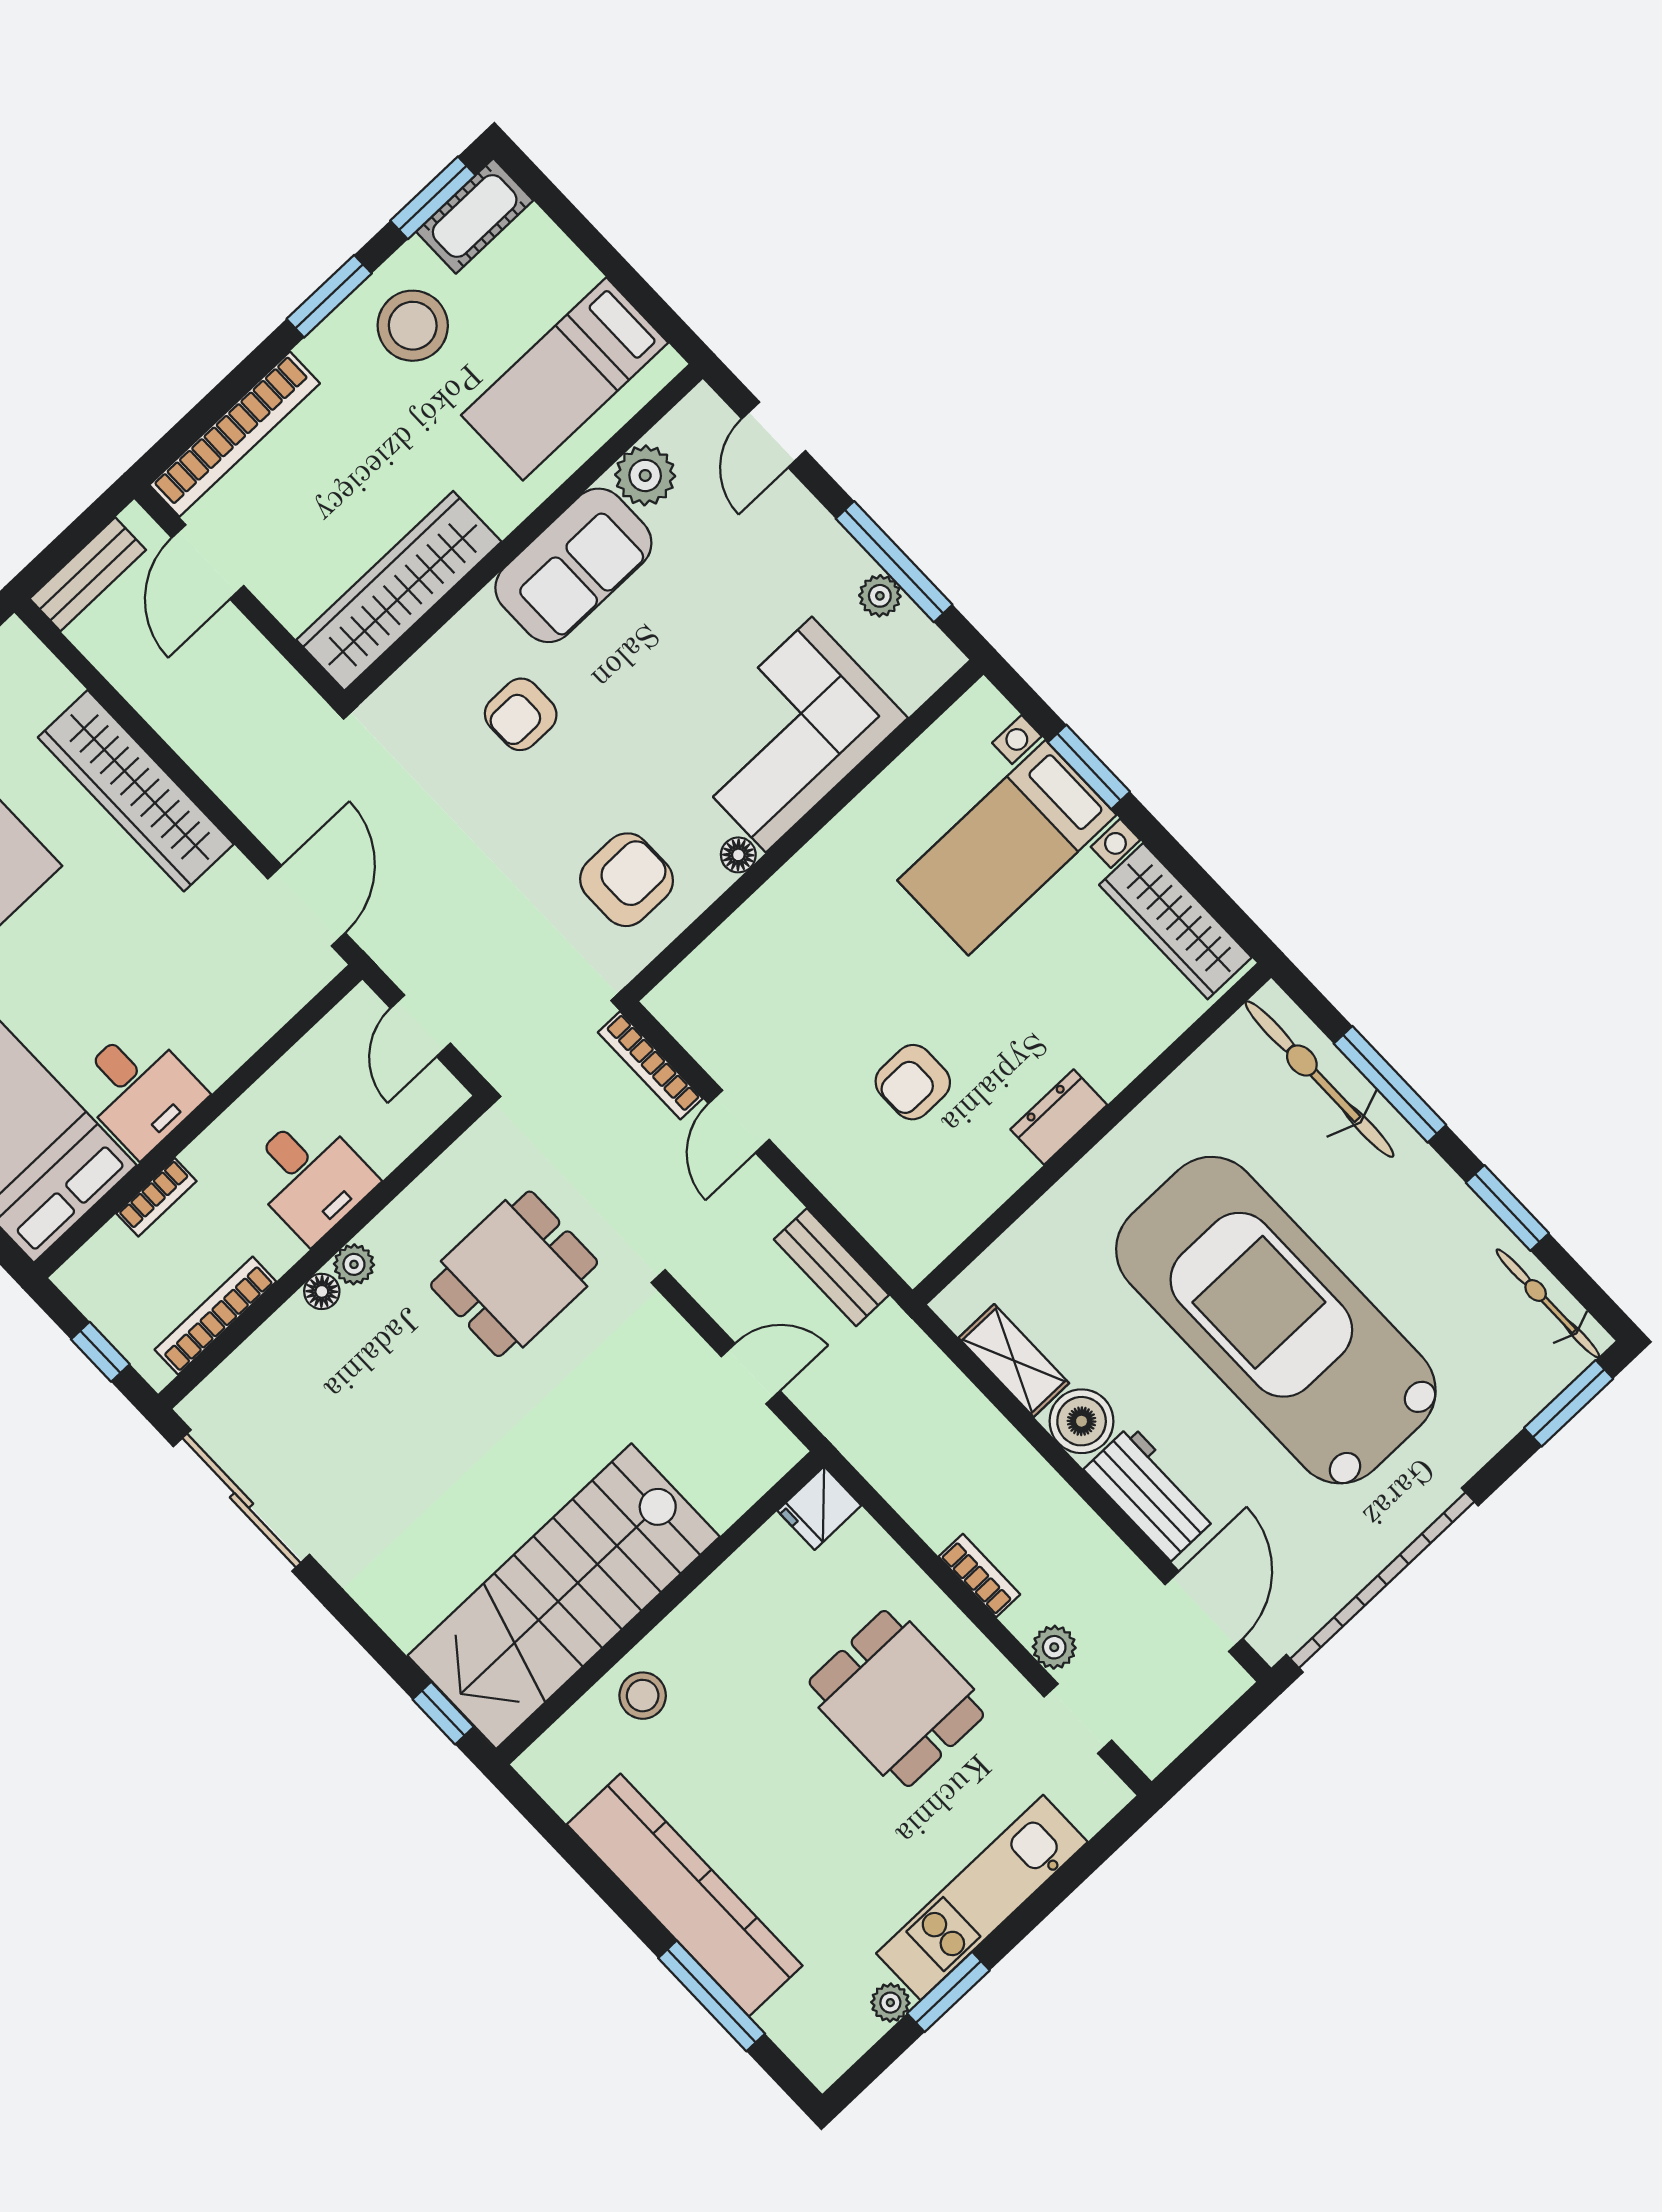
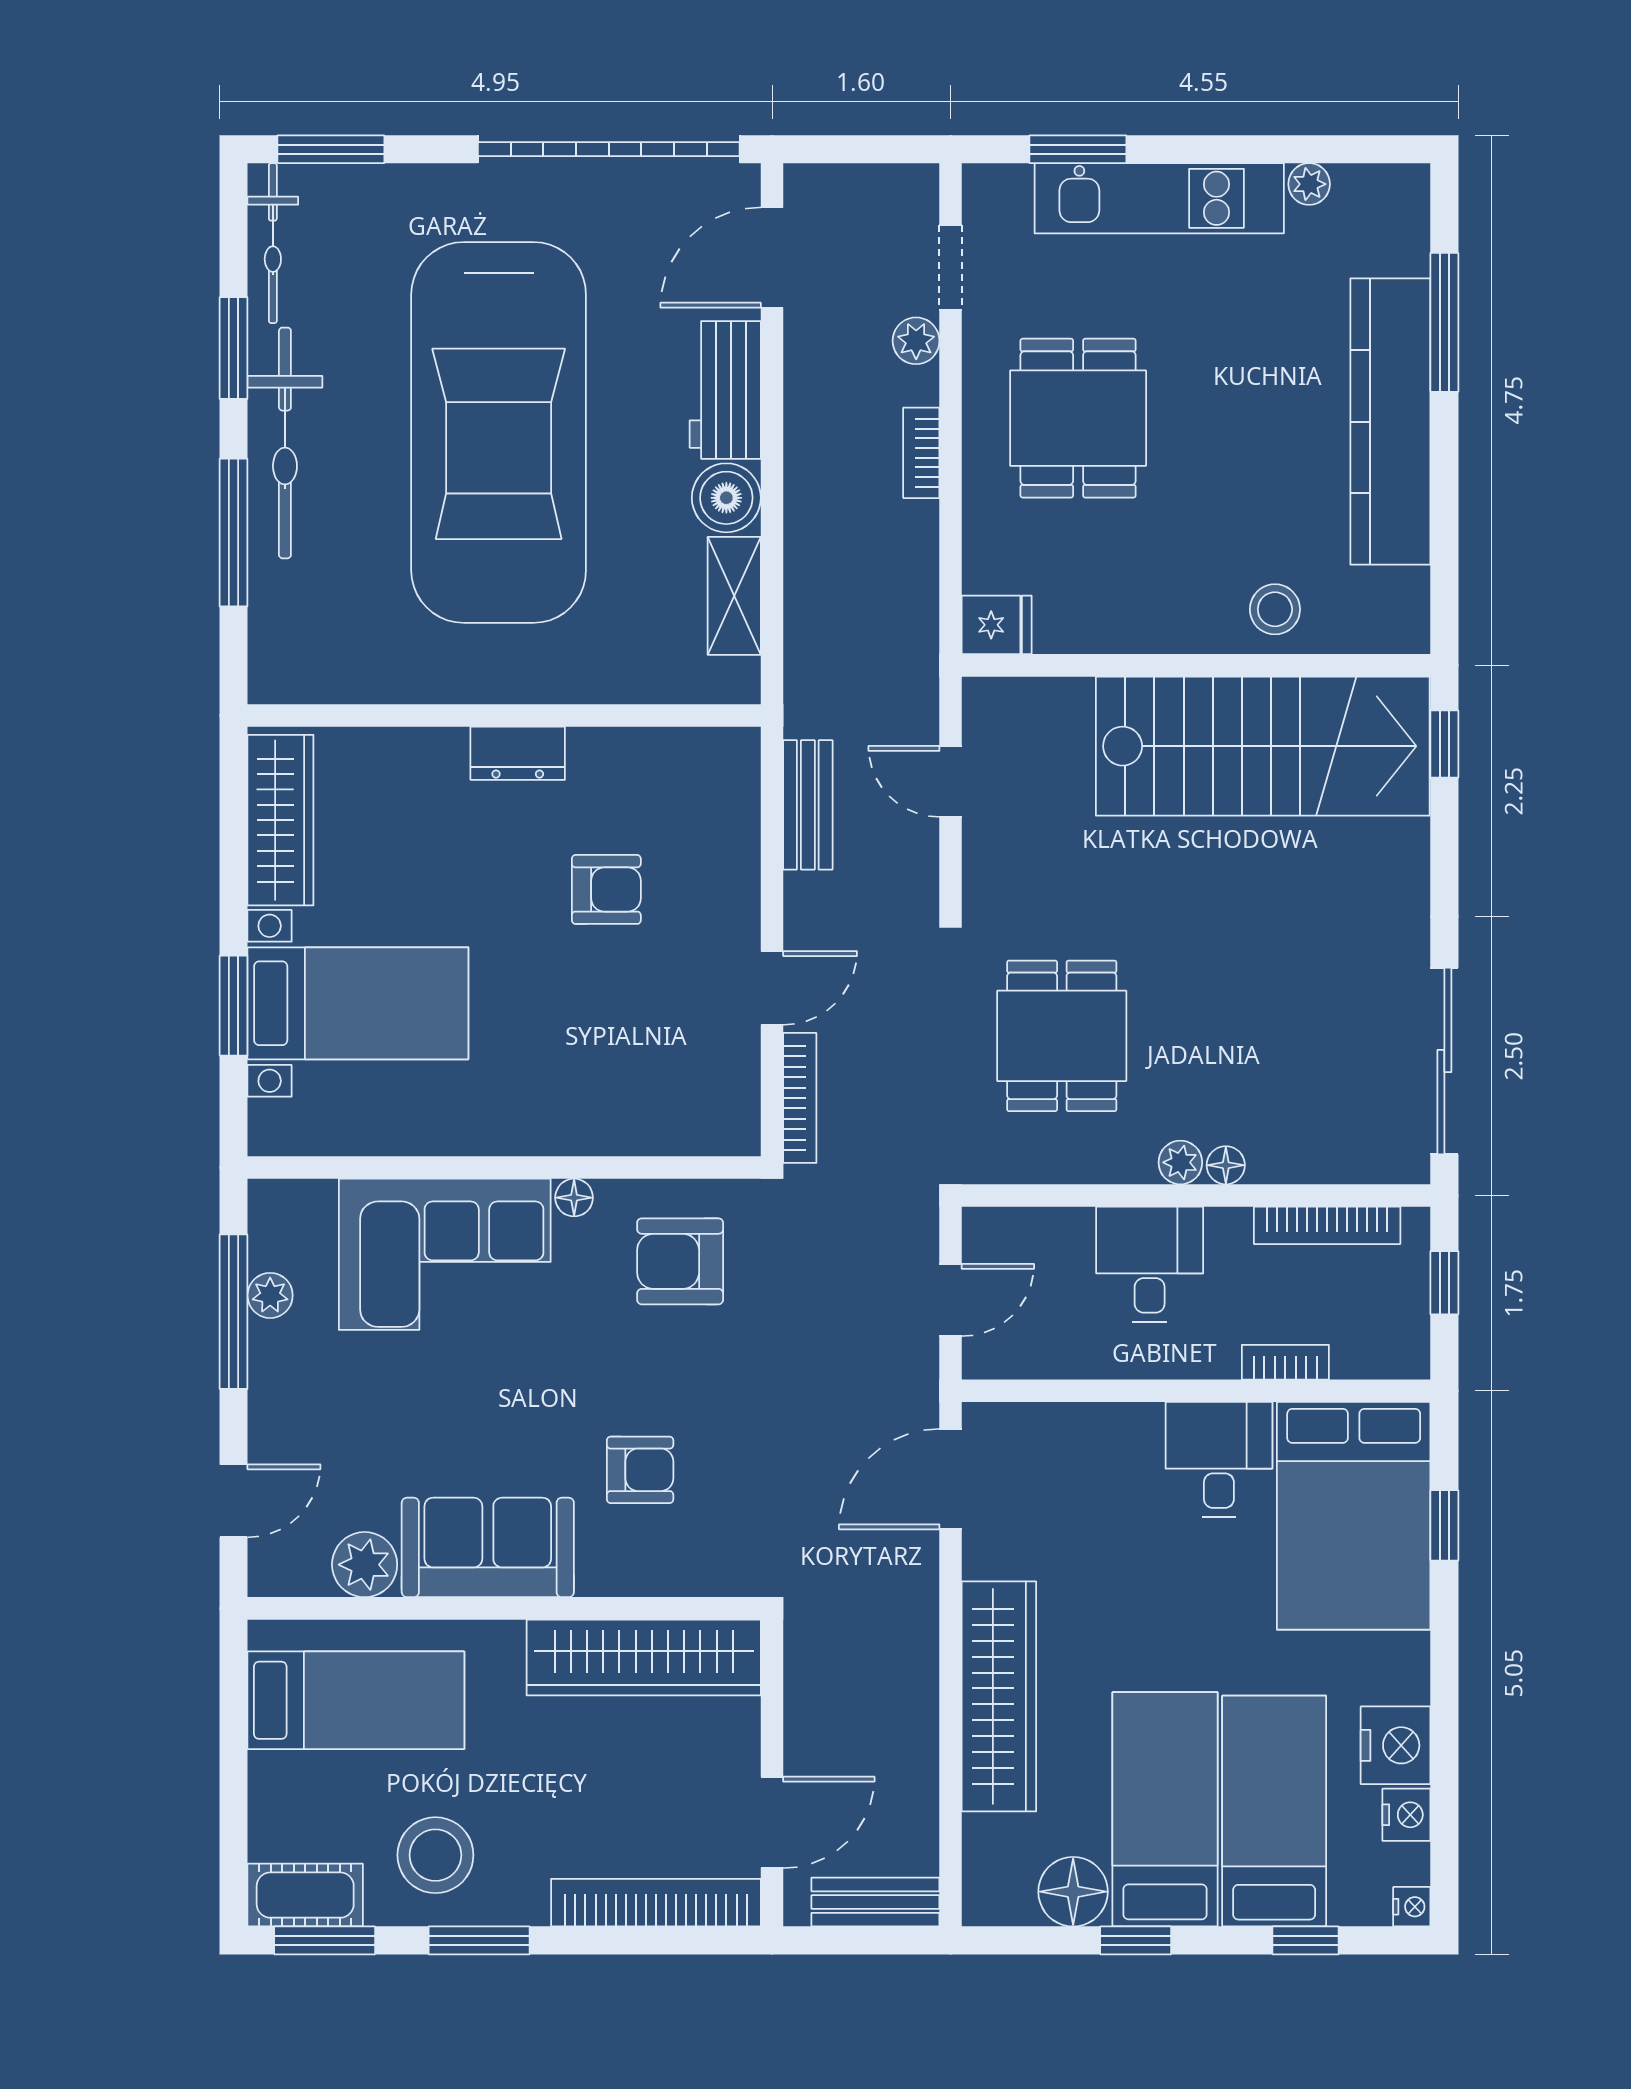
bicycle: (1320, 1079) -> (285, 443), moved
dining table: (514, 1274) -> (1062, 1036), turned 90
window: (948, 1992) -> (1078, 149), moved

